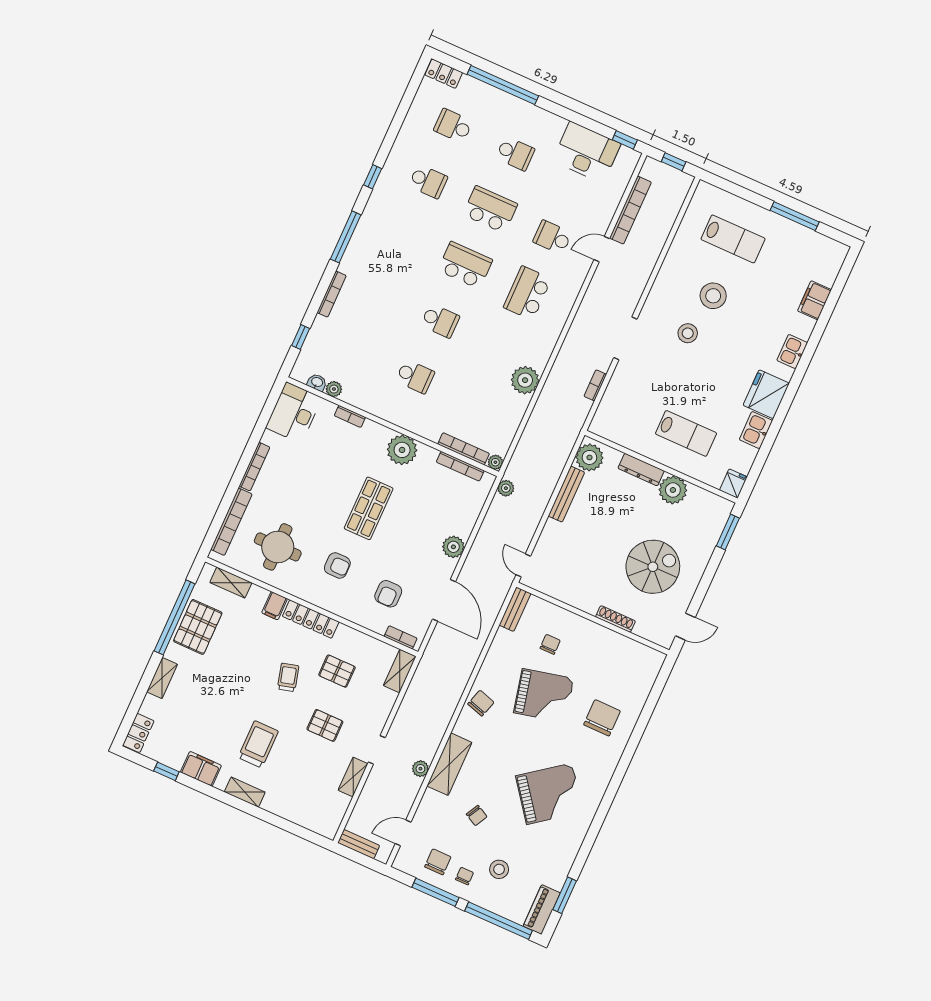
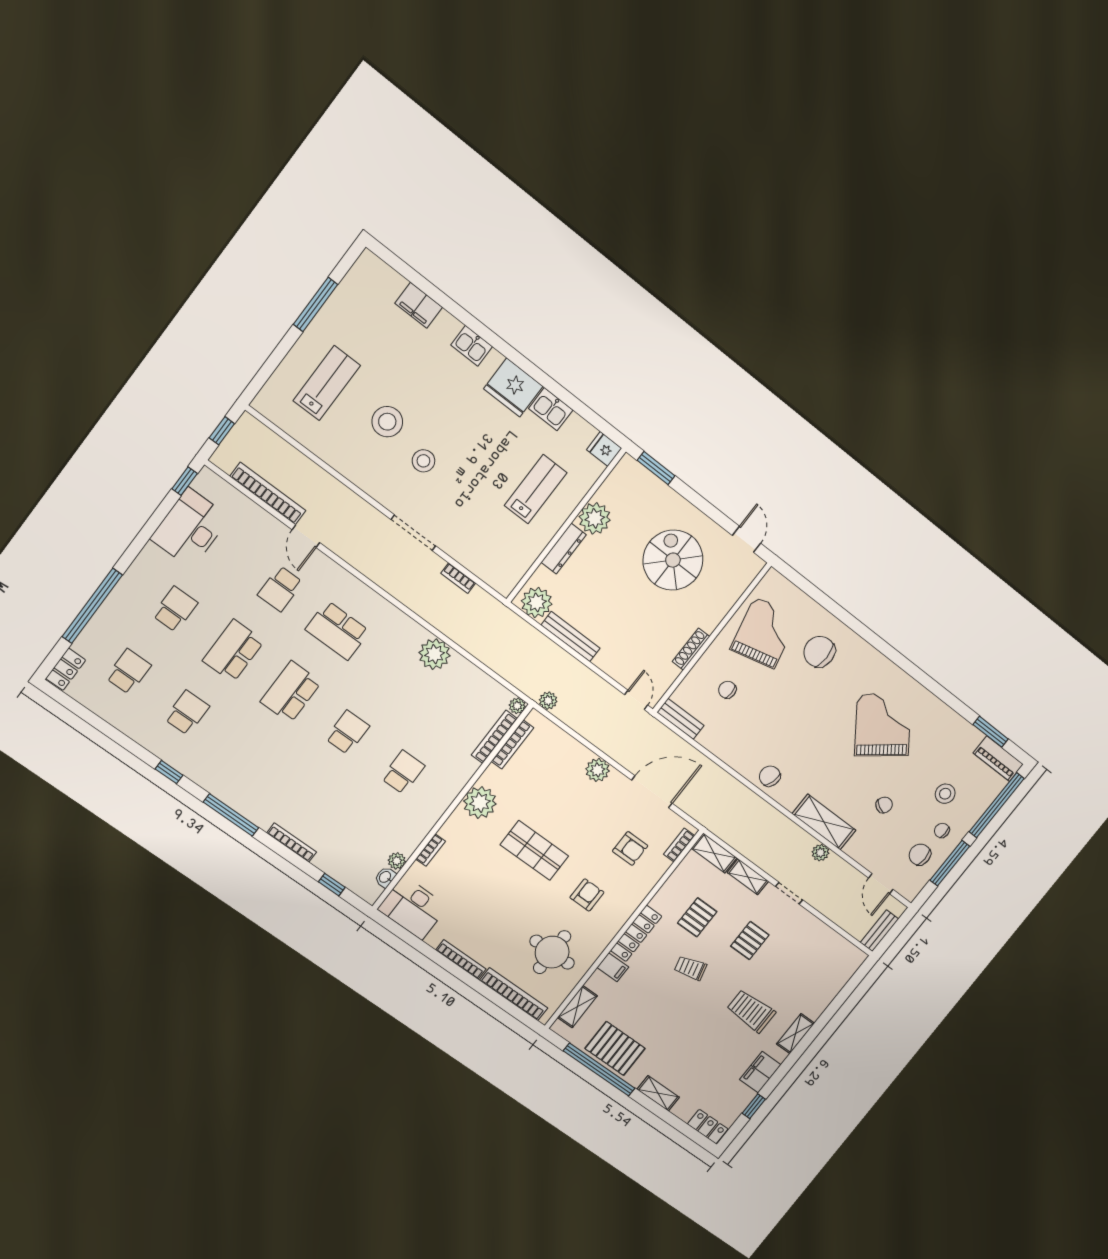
school desk: (453, 126) -> (128, 672), turned 180
door: (523, 565) -> (636, 700), swing flipped
shoe rack: (615, 619) -> (691, 649), moved
grand piano: (544, 696) -> (764, 633), moved
shelving: (353, 777) -> (748, 877), moved

